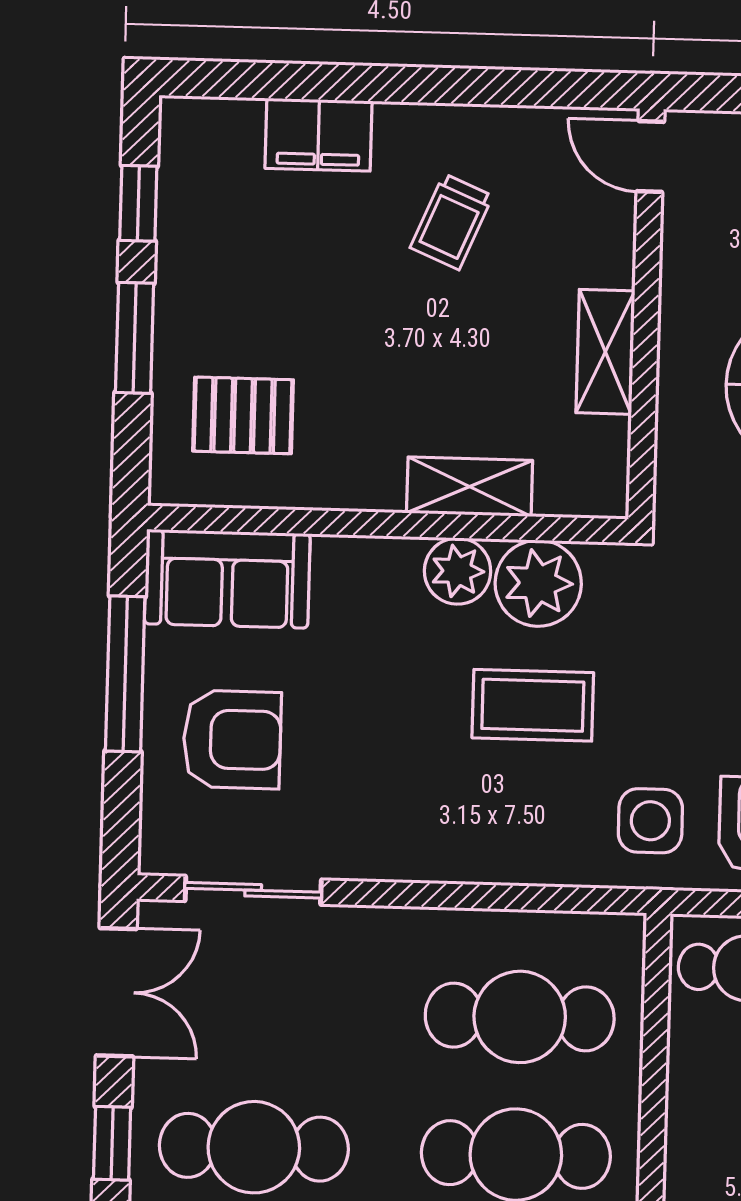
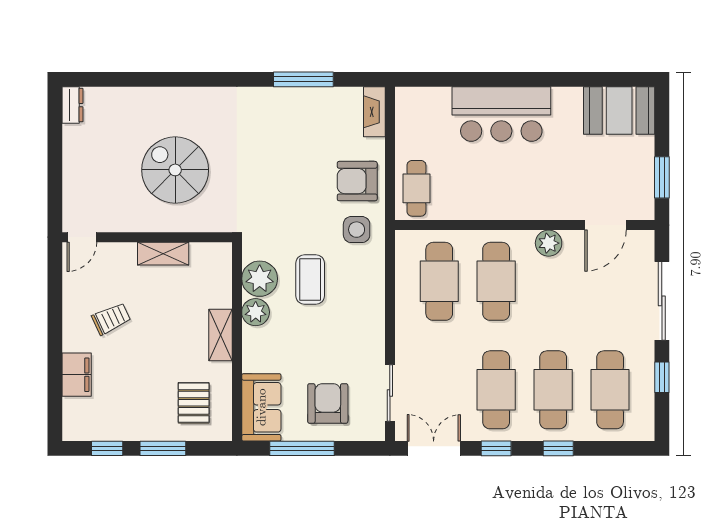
trolley: (451, 222) -> (111, 319), turned -48
shelving: (470, 487) -> (220, 335), moved

